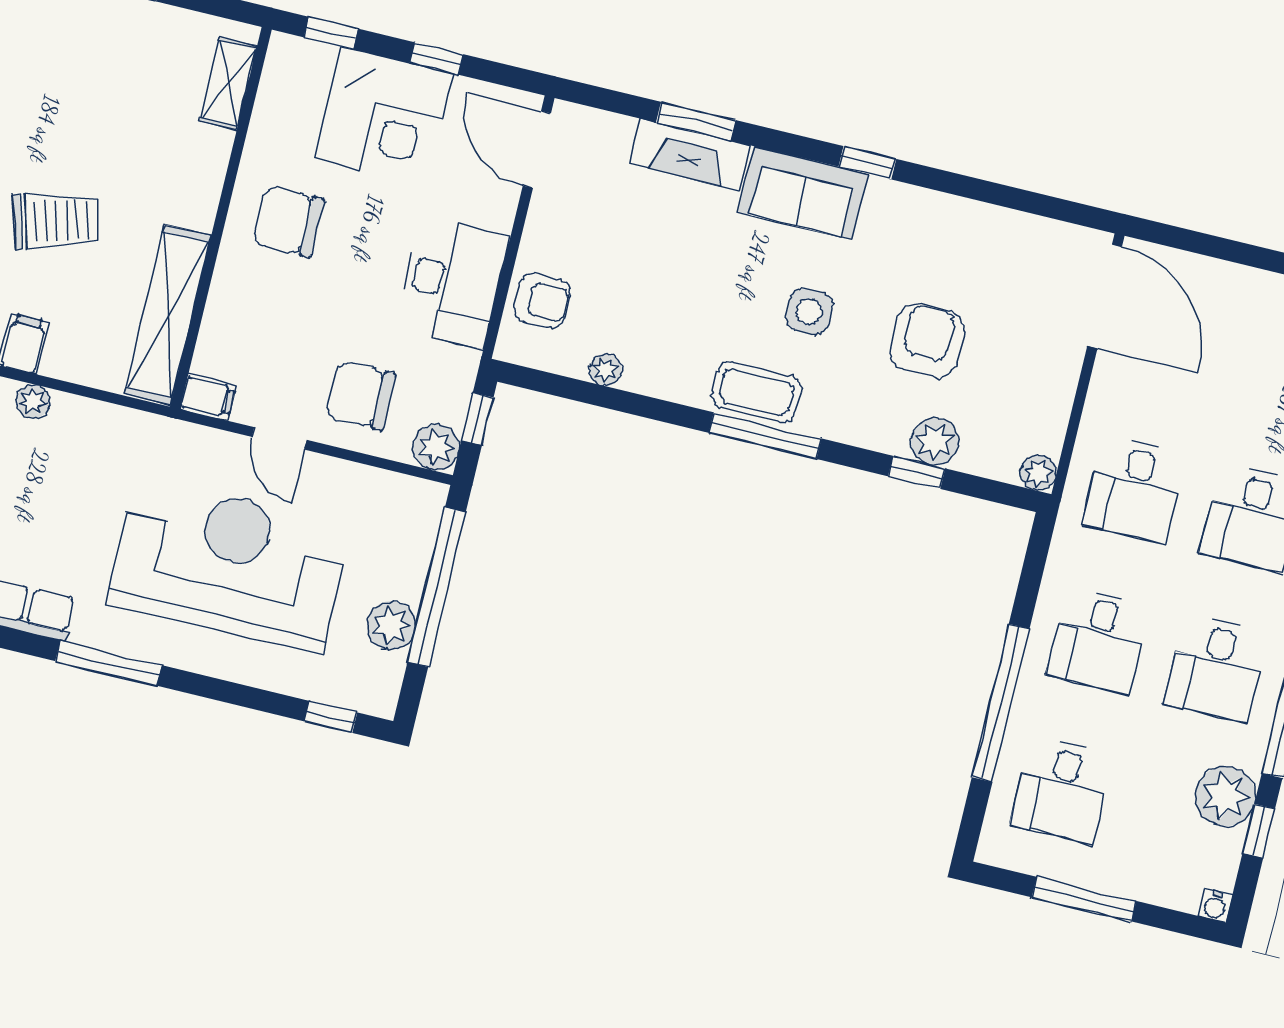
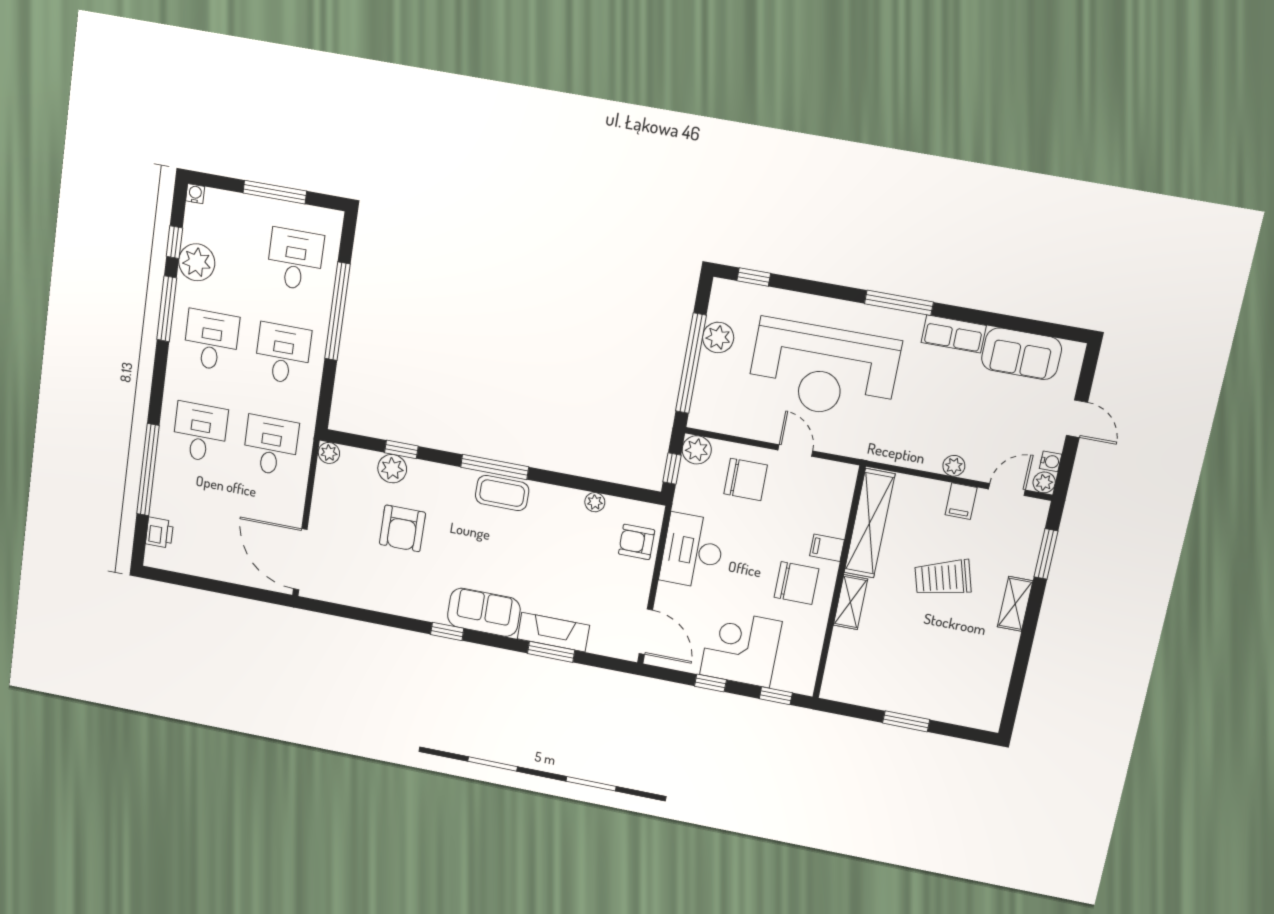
shelving: (228, 83) -> (851, 602), moved
side table: (809, 311) -> (474, 543), removed
filing cabinet: (208, 397) -> (827, 548), moved

